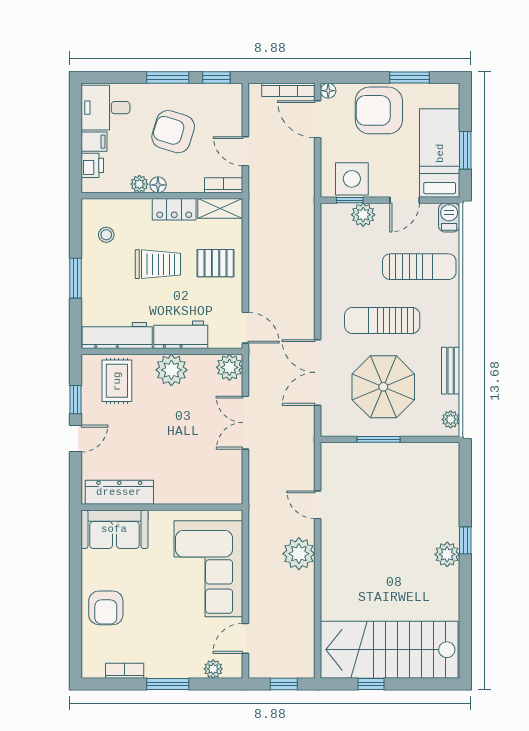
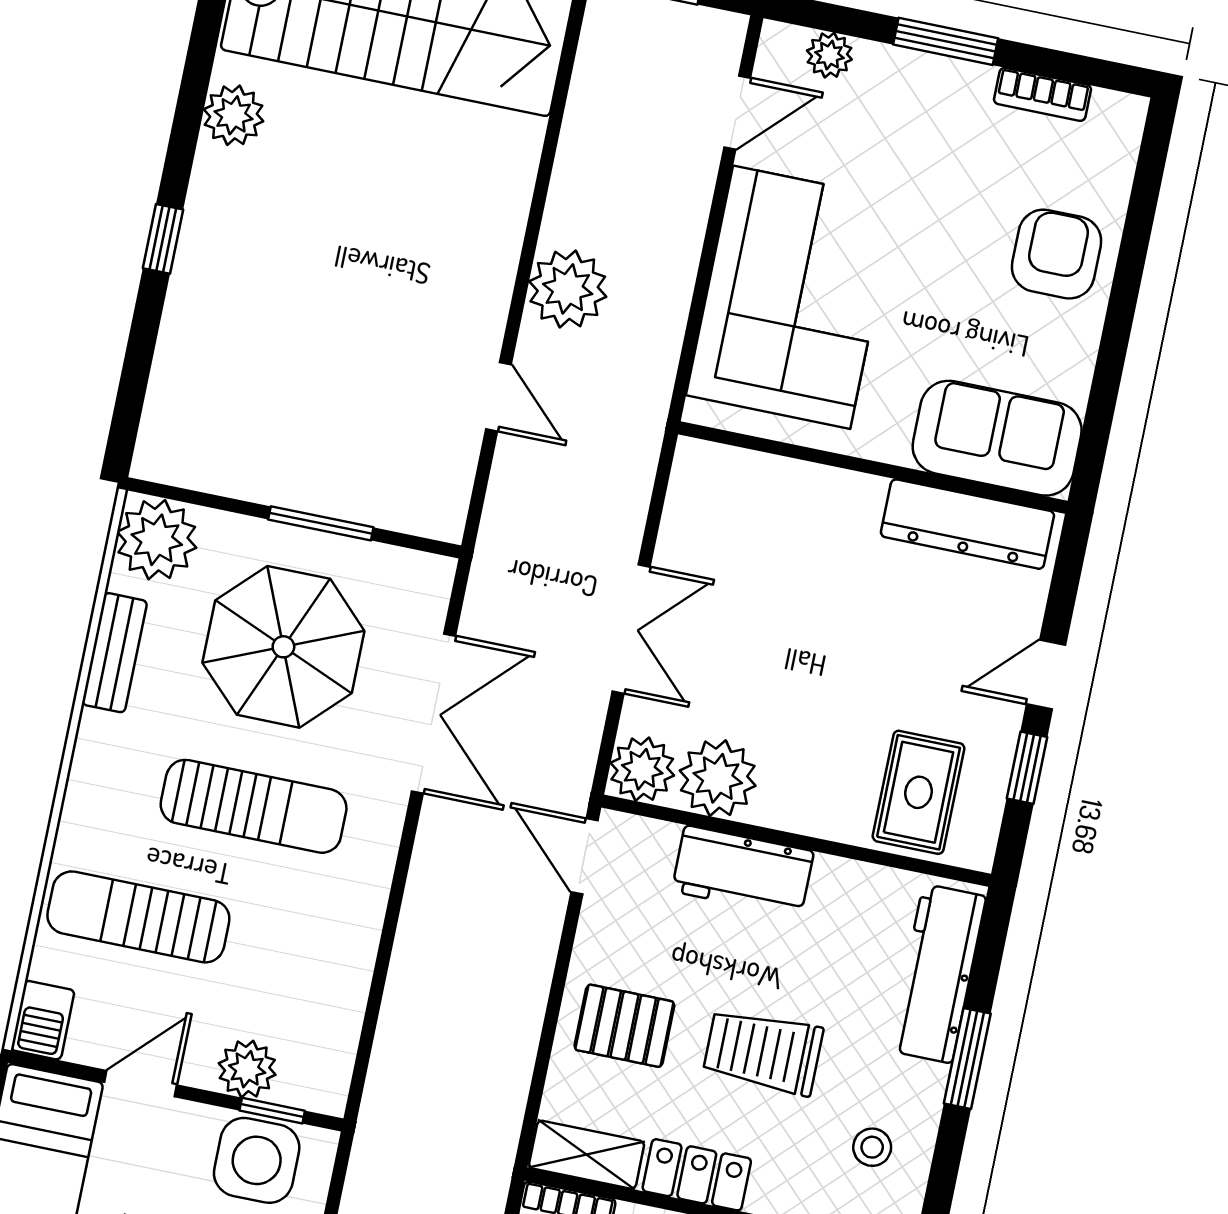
workbench: (117, 335) -> (938, 974), moved, turned 90
plant: (171, 370) -> (718, 778), moved
plant: (451, 419) -> (157, 540), width x1.87, depth x1.87
plant: (447, 554) -> (234, 115), moved

